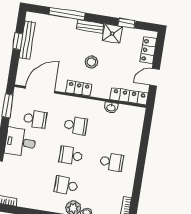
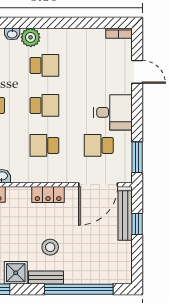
window: (67, 14) -> (79, 289), width x1.46
bench: (27, 40) -> (125, 215), moved
window: (18, 41) -> (137, 224), moved
stool: (91, 62) -> (50, 247), moved

